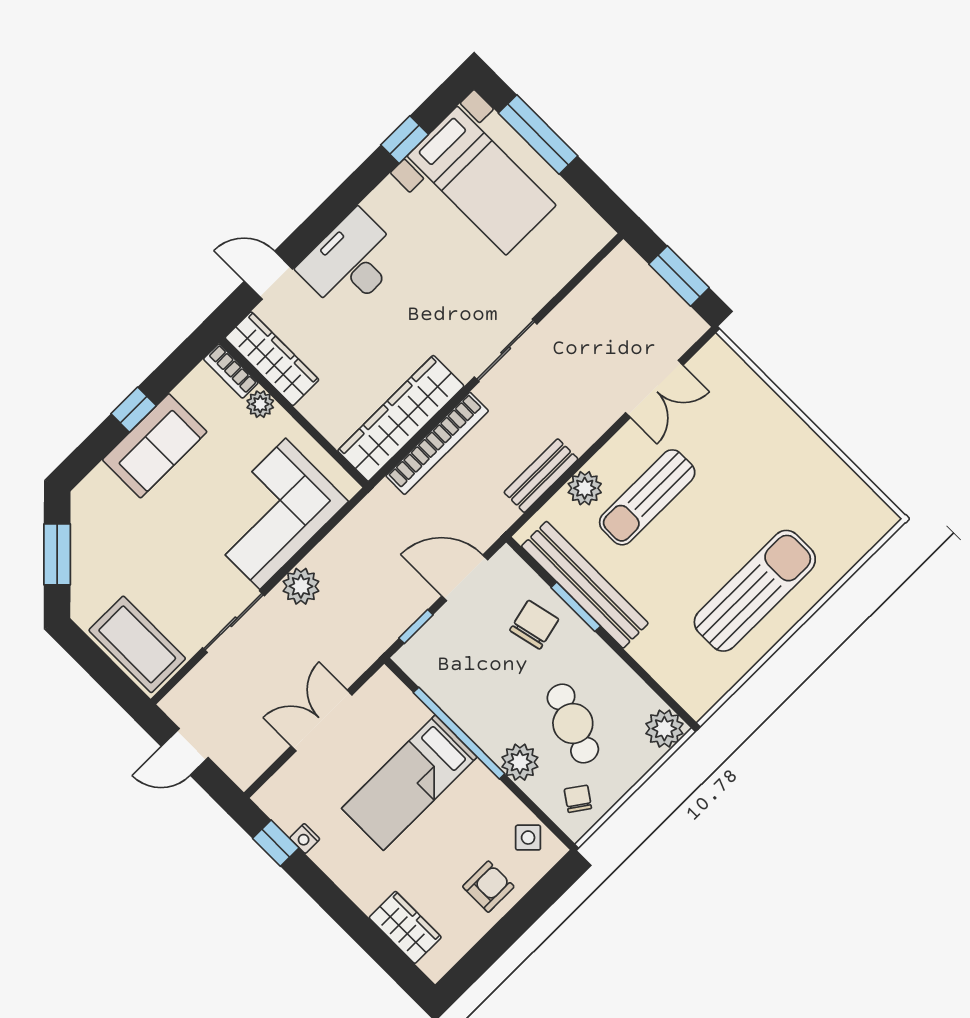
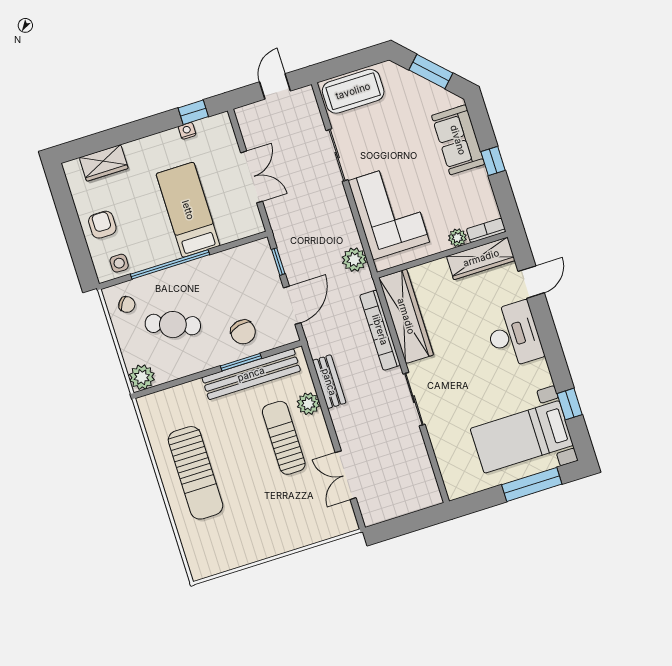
window: (679, 276) -> (405, 524), removed
sofa: (155, 446) -> (458, 140), moved
plant: (301, 586) -> (354, 260), moved
window: (459, 733) -> (170, 264), moved
plant: (520, 762) -> (166, 281), removed
side table: (528, 838) -> (119, 263), turned 45
armchair: (488, 887) -> (102, 225), turned 180

